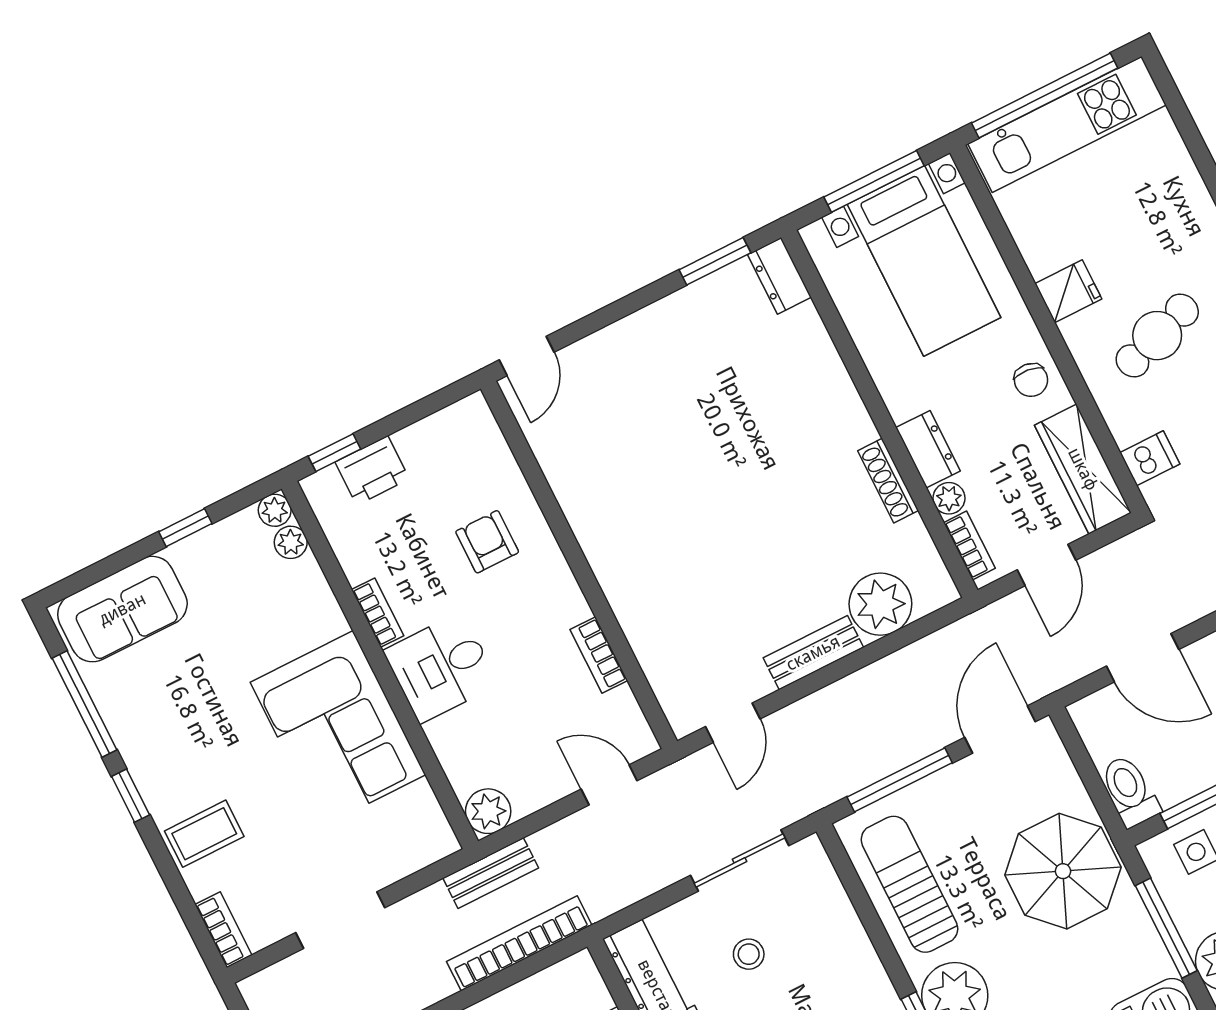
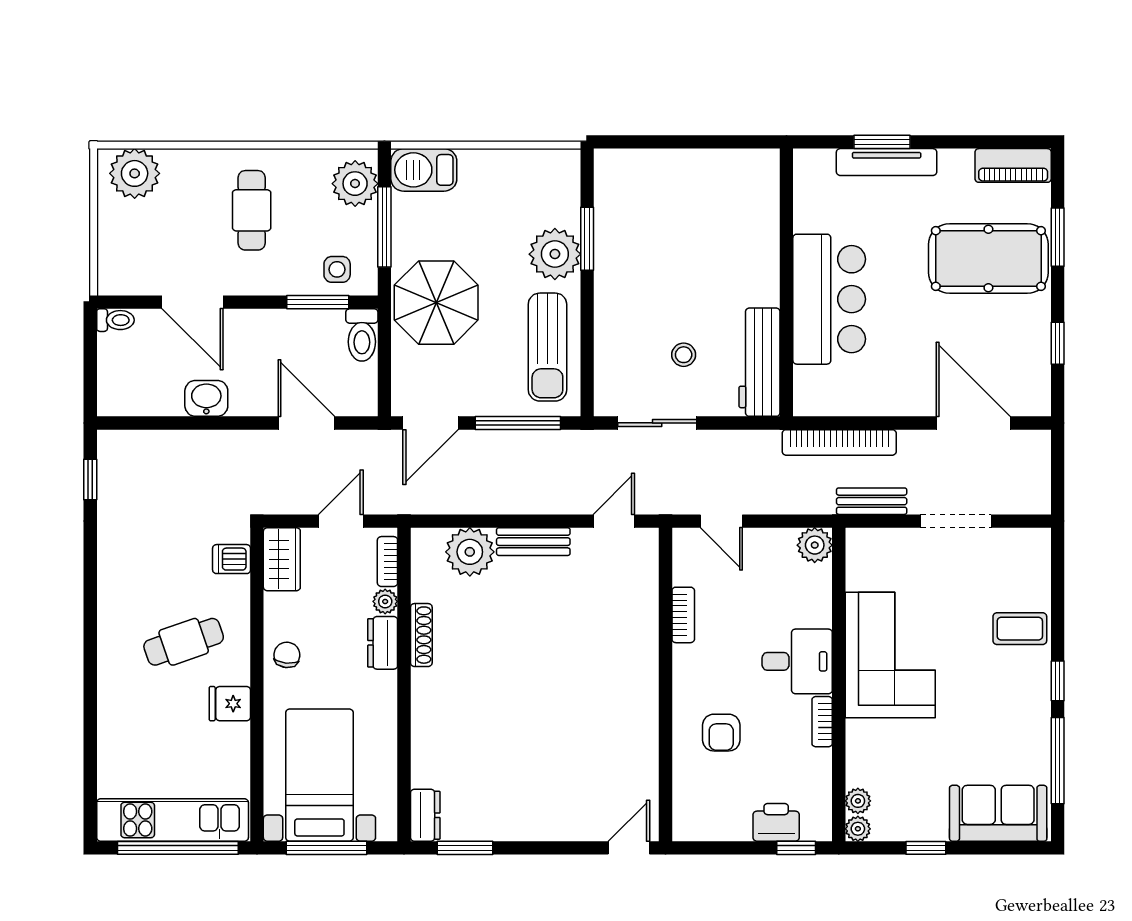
wardrobe: (1083, 469) -> (282, 559), width x0.67
bench: (491, 873) -> (872, 501), moved
bookcase: (223, 930) -> (1040, 555), removed

